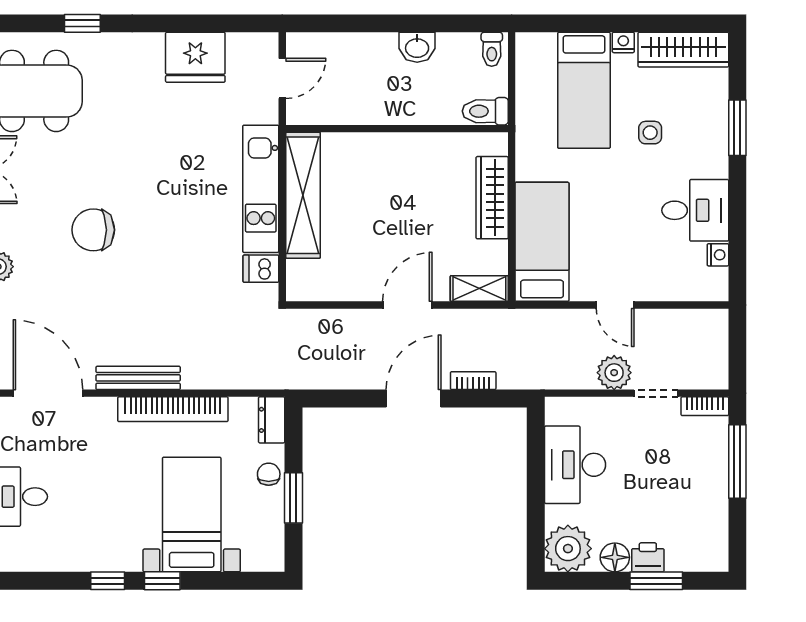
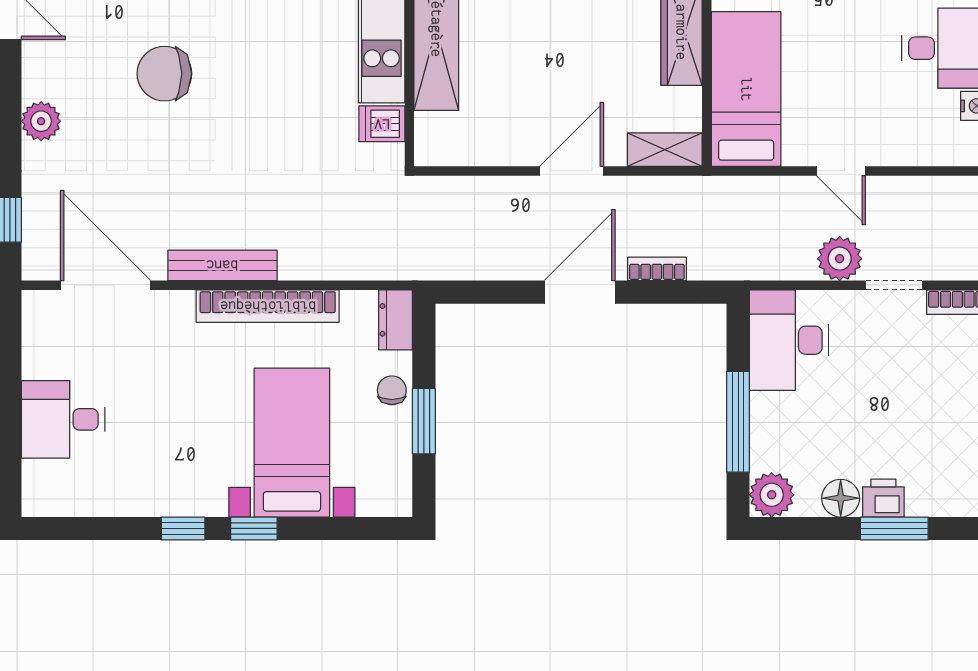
desk: (575, 465) -> (789, 340), moved
window: (536, 498) -> (738, 422), added
plant: (568, 549) -> (772, 495), width x0.73, depth x0.73

